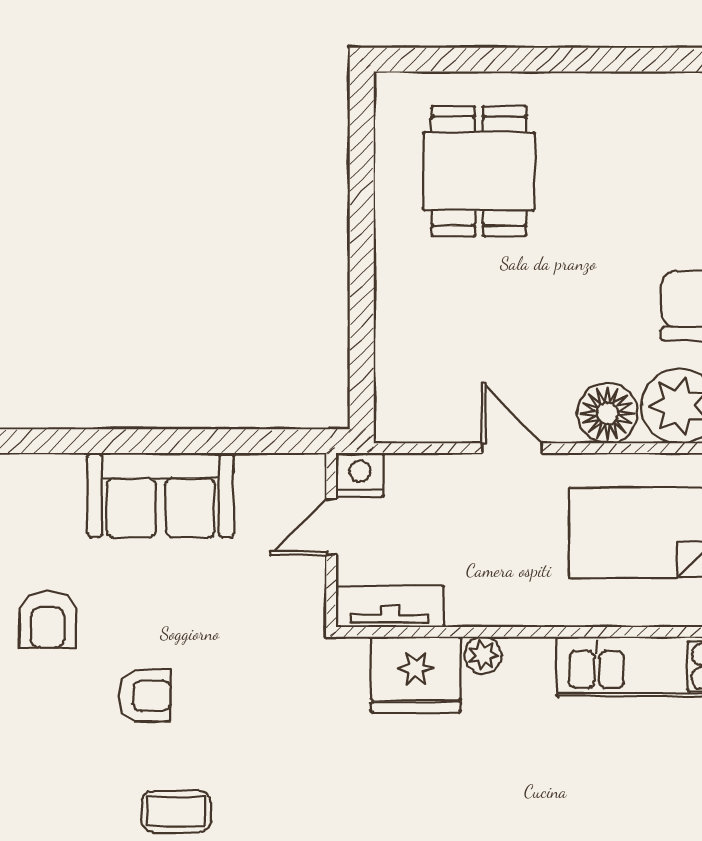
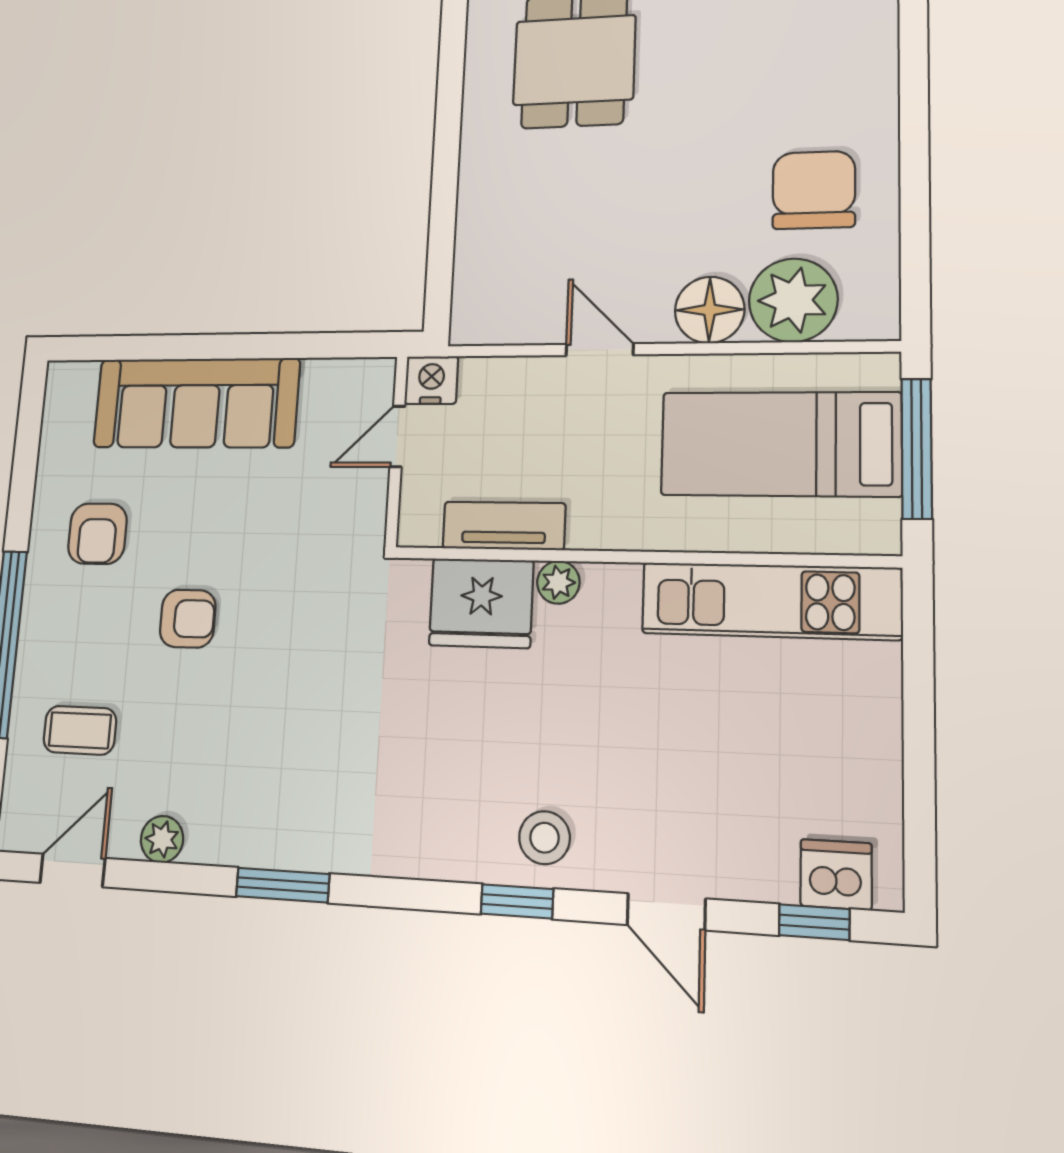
sofa: (161, 495) -> (196, 403), width x1.36
tv unit: (390, 607) -> (504, 526), moved
coffee table: (176, 812) -> (80, 730), moved

